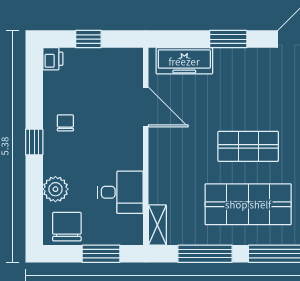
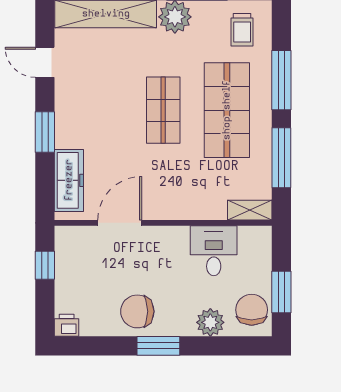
window: (88, 39) -> (45, 265), moved
chair: (65, 123) -> (137, 311), width x1.87, depth x1.87
window: (34, 142) -> (158, 346), width x1.50
chair: (67, 227) -> (252, 310), turned 90
window: (101, 254) -> (281, 292), moved

